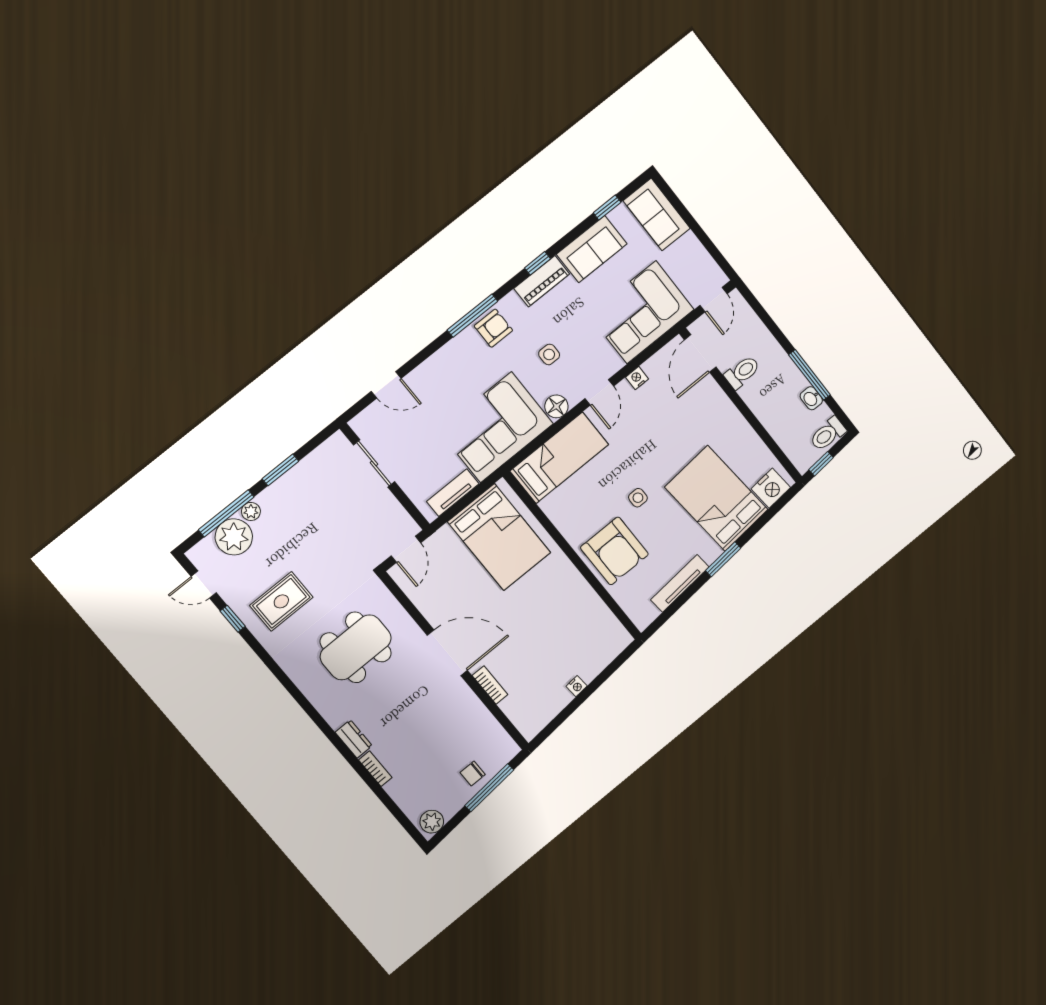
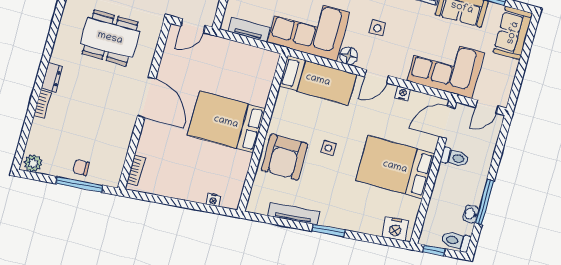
bed: (716, 498) -> (395, 167), moved, turned -85
bed: (499, 537) -> (226, 122), moved, turned 90
bookcase: (490, 685) -> (136, 171), moved
nightstand: (577, 686) -> (213, 200), moved

